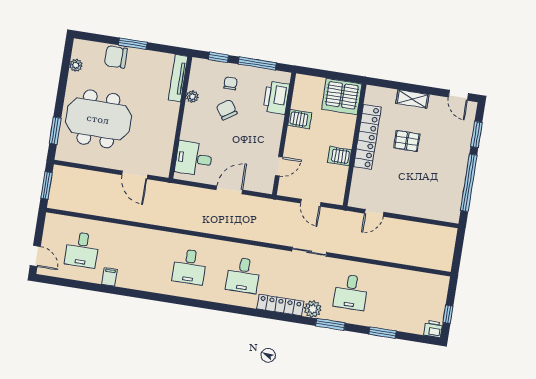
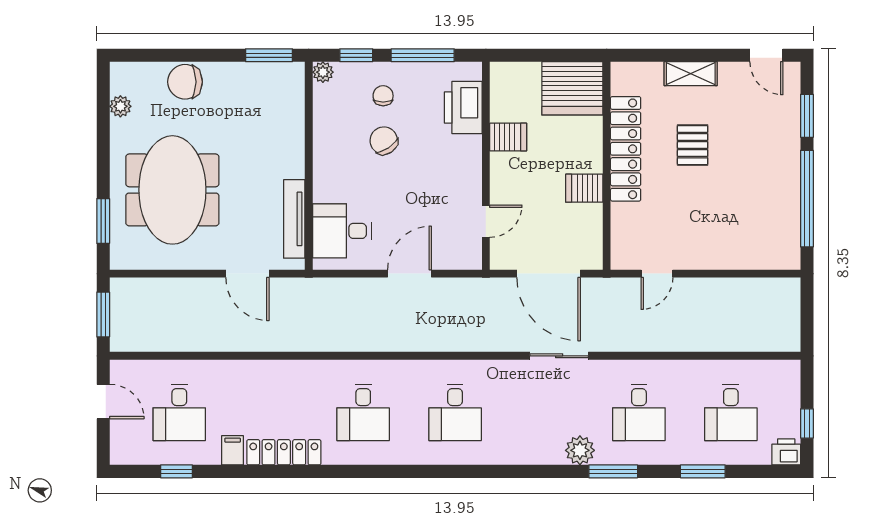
window: (133, 44) -> (269, 55), moved
tv unit: (178, 78) -> (294, 219), moved
plant: (192, 97) -> (323, 72), moved
meeting table: (98, 119) -> (172, 190), turned 90
pallet: (407, 141) -> (693, 145), turned 90
door: (311, 203) -> (549, 274), width x1.87
door: (35, 256) -> (103, 402), moved
window: (75, 284) -> (176, 471), added
desk: (404, 301) -> (731, 412), added
locker: (280, 305) -> (284, 452), moved

